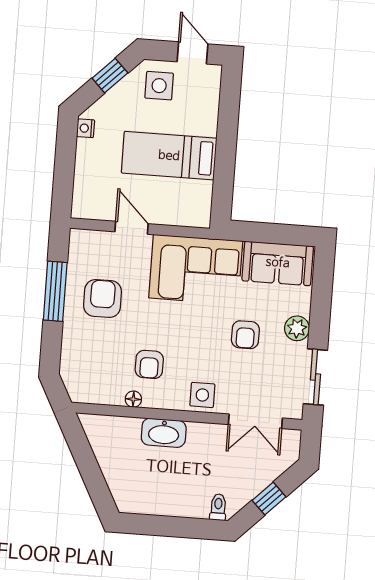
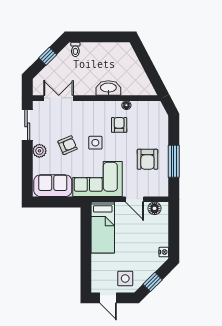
bed: (169, 156) -> (103, 228), moved, turned 90
floor lamp: (97, 209) -> (155, 208), added
armchair: (245, 335) -> (68, 145), turned 67
side table: (202, 395) -> (95, 143), moved

